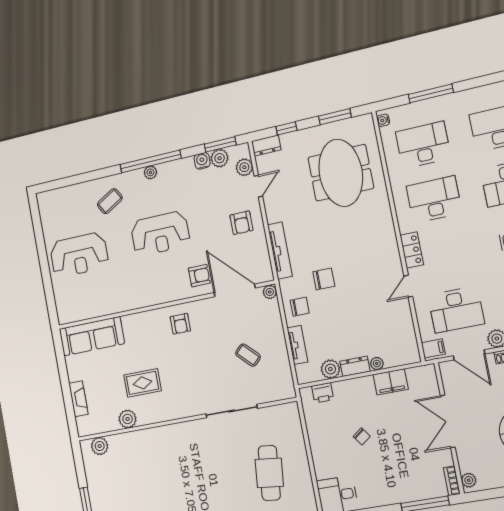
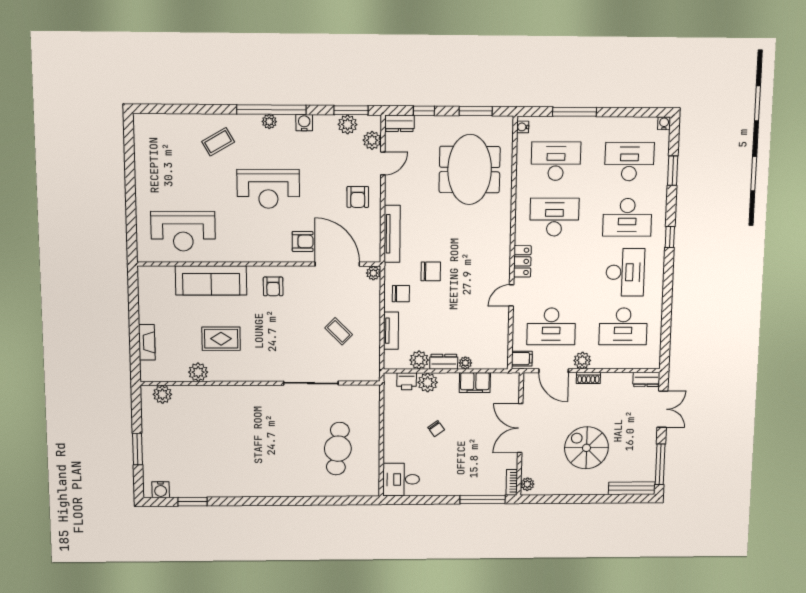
water cooler: (202, 161) -> (304, 123), moved
reception desk: (79, 255) -> (183, 231), moved
sofa: (92, 336) -> (211, 280), moved
plant: (343, 390) -> (428, 382), added

